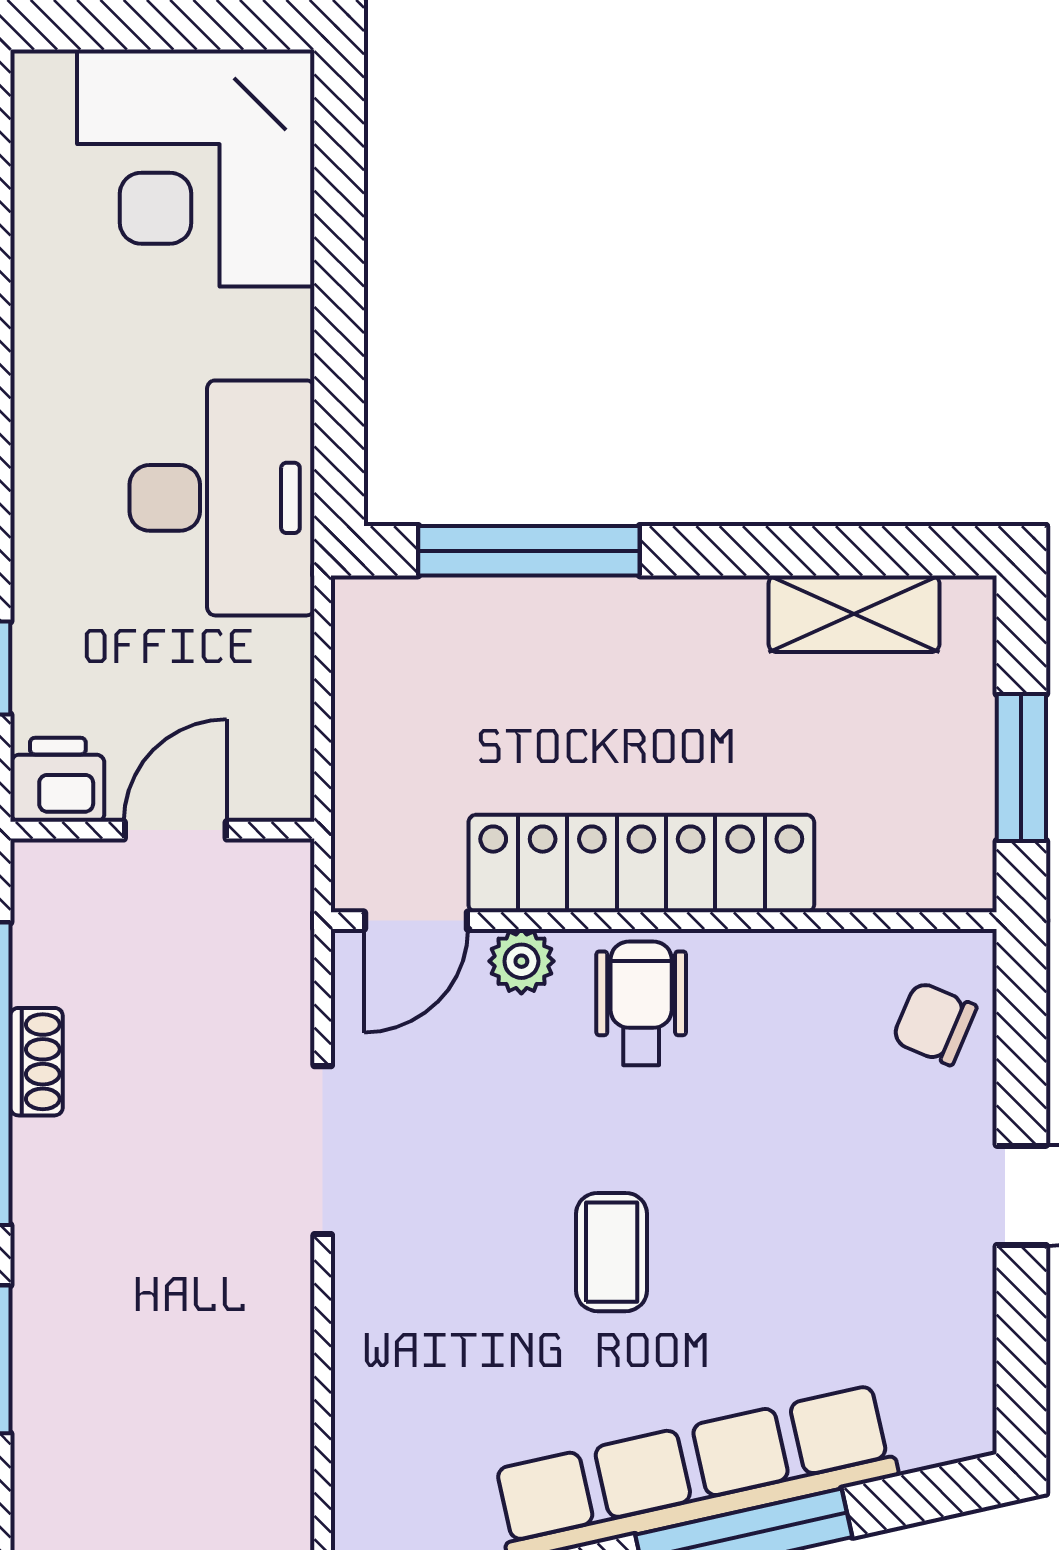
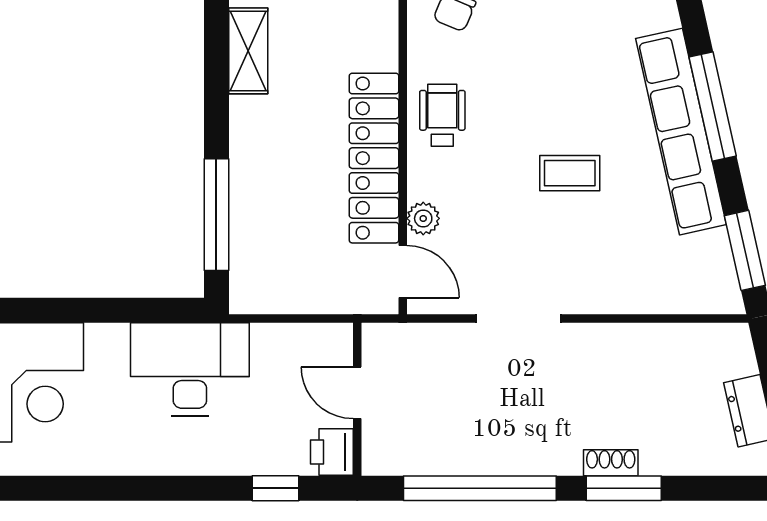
wheelchair: (641, 1003) -> (442, 115), moved, turned 90
shoe rack: (36, 1062) -> (611, 463), moved

